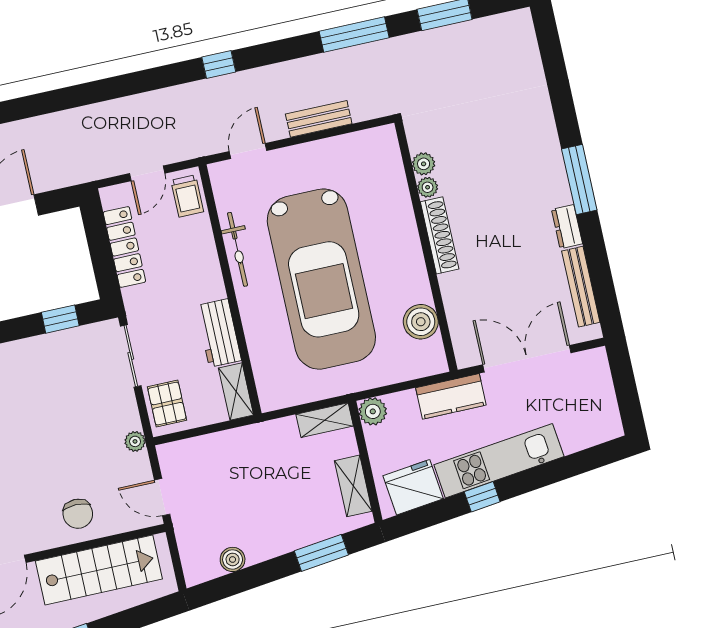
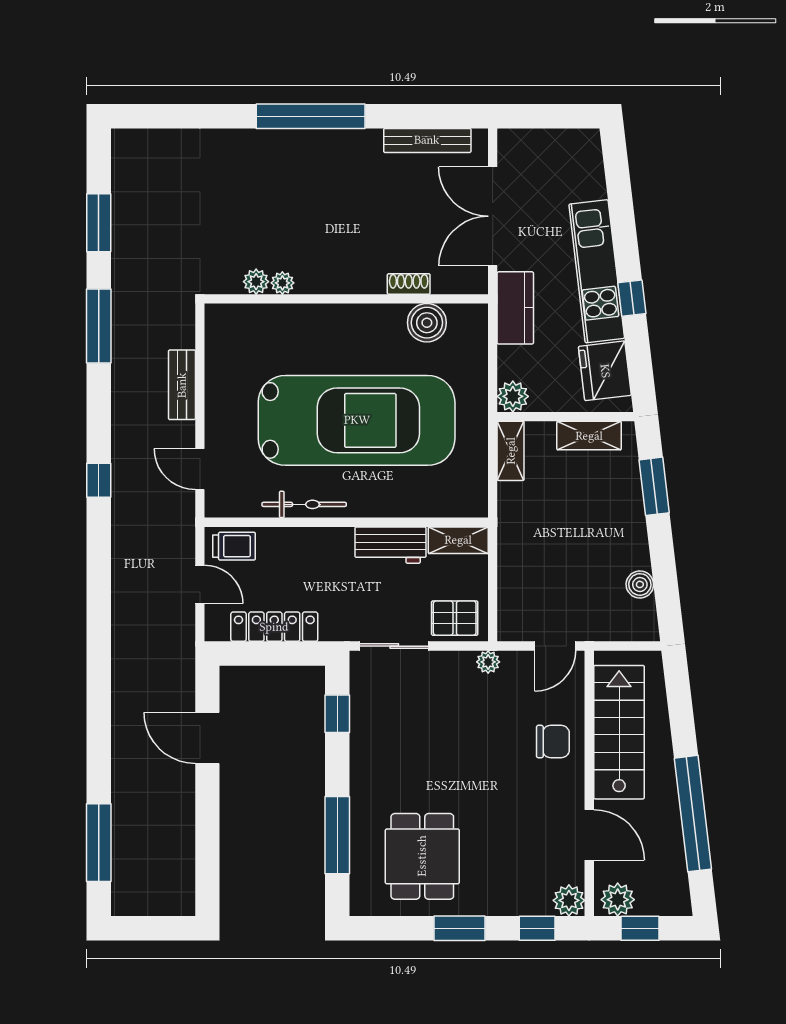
window: (579, 180) -> (311, 116), width x1.46
dresser: (567, 227) -> (359, 141), removed
shoe rack: (440, 235) -> (409, 284), moved, width x0.51, depth x0.81

